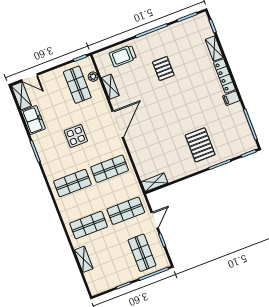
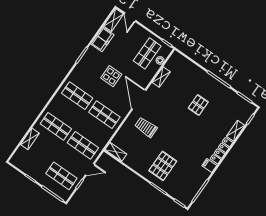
trolley: (123, 56) -> (146, 127), moved
door: (118, 124) -> (139, 100), swing flipped
shop shelf: (142, 253) -> (61, 176), turned 90

